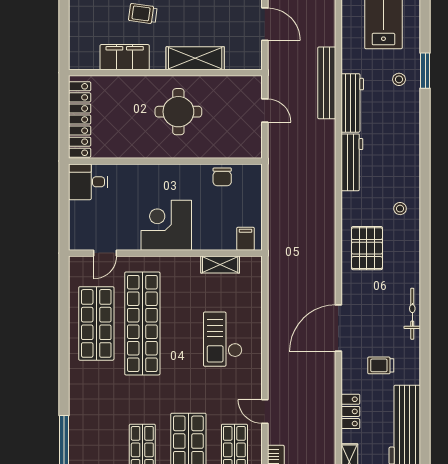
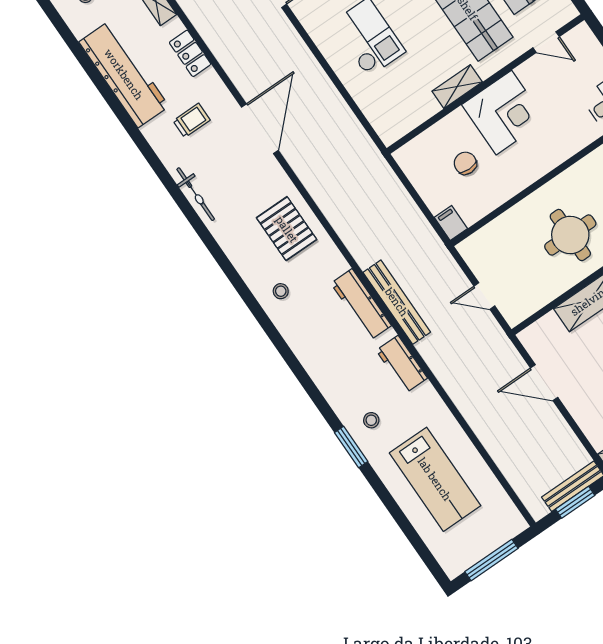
bench: (327, 83) -> (397, 302), moved
workbench: (352, 103) -> (402, 364), width x0.73
chair: (222, 177) -> (465, 163), moved
filing cabinet: (246, 239) -> (451, 223), moved, turned 180
door: (105, 253) -> (546, 42), swing flipped
shelving: (220, 265) -> (457, 87), moved

